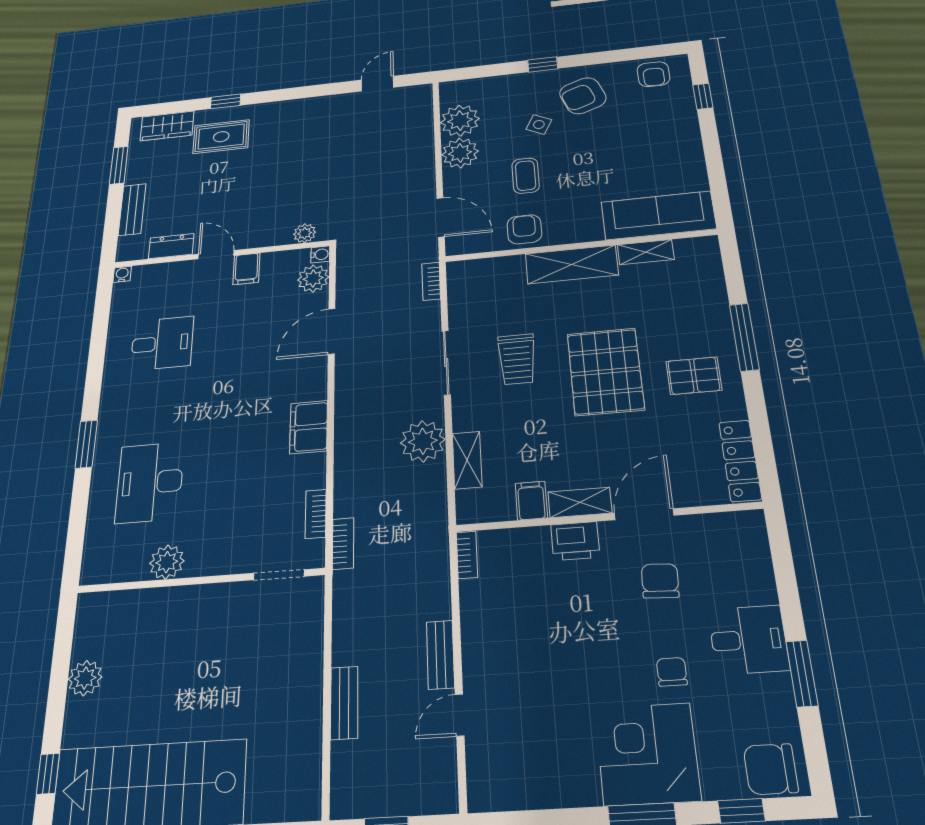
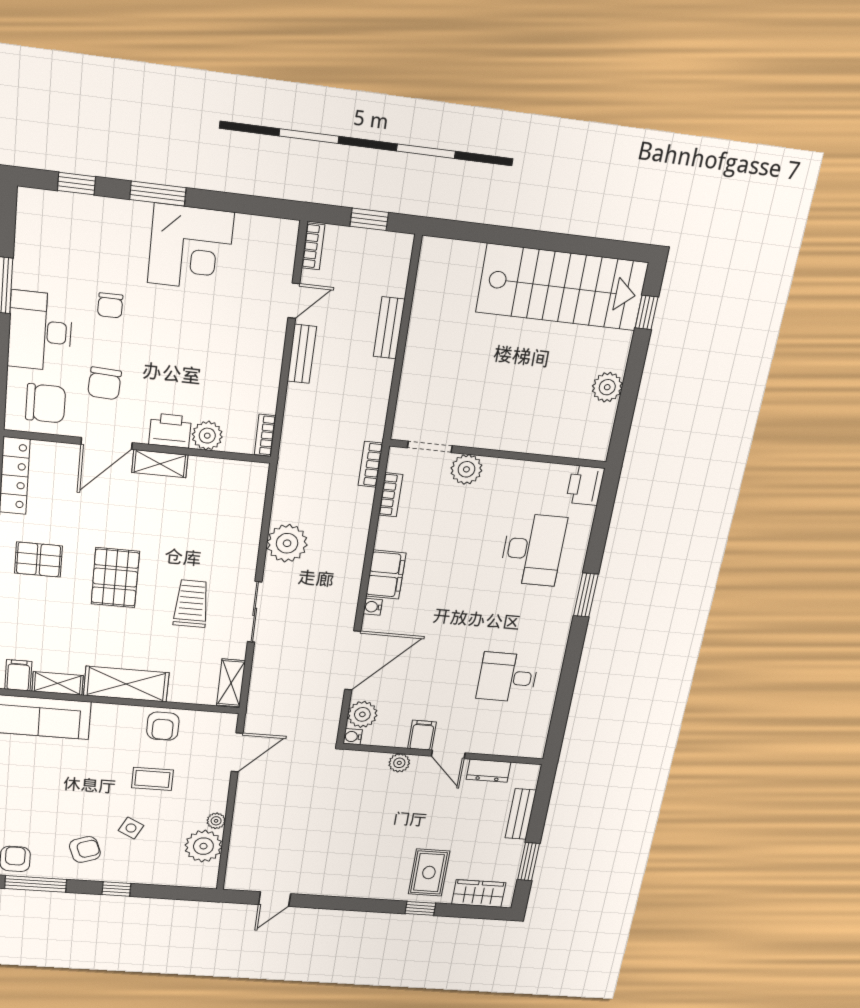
window: (627, 55) -> (36, 884), added
armchair: (583, 96) -> (85, 850), width x0.72, depth x0.72
rug: (221, 137) -> (429, 873), turned 90
plant: (460, 153) -> (216, 821), width x0.53, depth x0.53
coffee table: (526, 176) -> (152, 779), turned 90
door: (441, 217) -> (237, 752), swing flipped
plant: (305, 233) -> (399, 763), moved
water cooler: (122, 274) -> (373, 607), moved, turned 90
bookcase: (431, 281) -> (313, 246), moved
door: (332, 331) -> (353, 660), width x1.36
pallet: (605, 372) -> (115, 578), width x0.73, depth x0.71
shelving: (467, 460) -> (231, 683), moved
filing cabinet: (531, 501) -> (18, 675), moved, turned 180
plant: (532, 543) -> (207, 436), added
plant: (167, 562) -> (466, 469), moved
printer: (99, 563) -> (585, 485), added
desk: (748, 640) -> (40, 331), width x1.37
corner desk: (647, 754) -> (191, 248), moved
chair: (771, 769) -> (46, 403), moved

